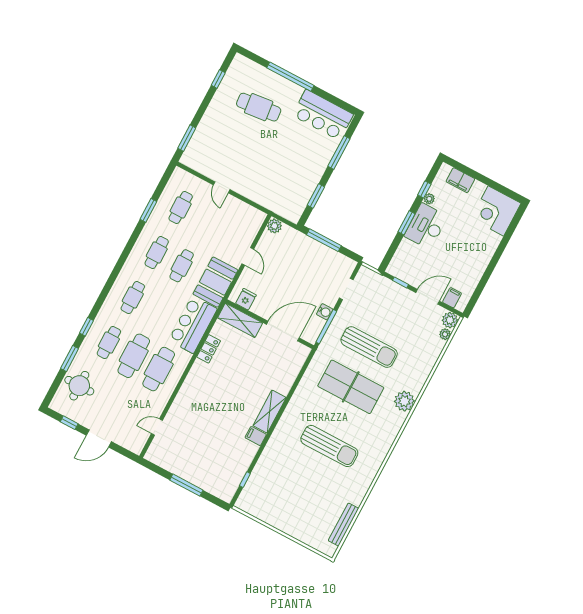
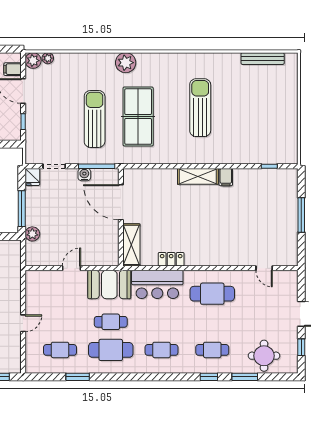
plant: (274, 226) -> (32, 234), moved
cafe table: (157, 253) -> (111, 350), width x1.37, depth x1.35
fridge: (246, 299) -> (32, 177), moved, turned -90
cafe table: (134, 356) -> (212, 322), removed

